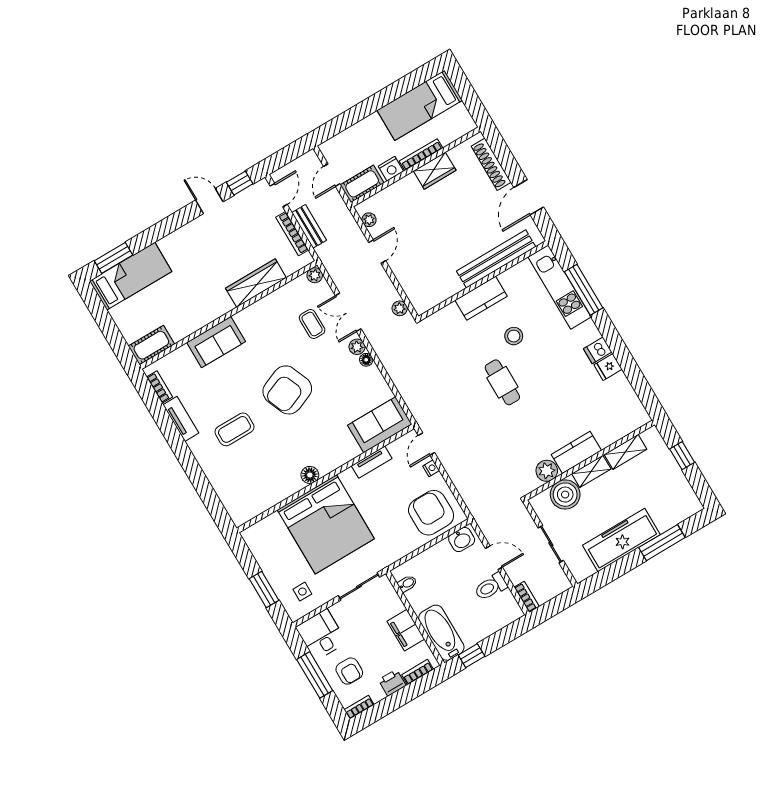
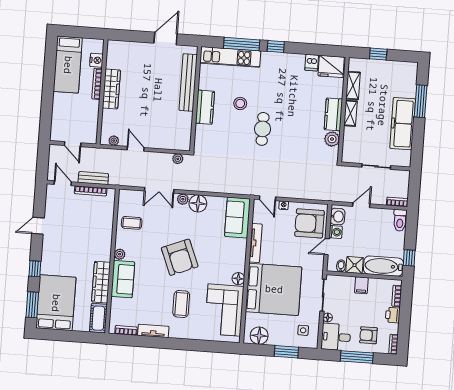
shoe rack: (491, 164) -> (131, 47), removed
nightstand: (391, 169) -> (96, 60), moved
wardrobe: (435, 171) -> (111, 89), width x1.50
window: (240, 183) -> (35, 269), moved
cot: (362, 184) -> (90, 130), removed
door: (529, 197) -> (166, 38), swing flipped
plant: (315, 275) -> (120, 254), moved
bed: (131, 276) -> (56, 303), width x1.50
wardrobe: (256, 283) -> (101, 282), moved
coffee table: (312, 324) -> (132, 223), moved
window: (608, 331) -> (276, 47), added
dishwasher: (598, 350) -> (312, 63), moved
floor lamp: (366, 360) -> (198, 203), width x1.89, depth x1.89
fridge: (608, 367) -> (331, 66), moved, width x1.88, depth x1.34
cafe table: (502, 382) -> (263, 129), turned 90
tv unit: (372, 462) -> (256, 243), width x1.41
corner sofa: (262, 484) -> (224, 310), added
boiler: (565, 495) -> (353, 138), removed
floor lamp: (261, 545) -> (259, 336), added
washing machine: (442, 550) -> (336, 232), added
door: (418, 551) -> (327, 247), added
toilet: (491, 587) -> (400, 220), moved
shower: (419, 598) -> (355, 265), added
floor lamp: (337, 610) -> (328, 318), added
filing cabinet: (406, 630) -> (361, 285), width x0.50
armchair: (349, 671) -> (368, 335), turned 180

